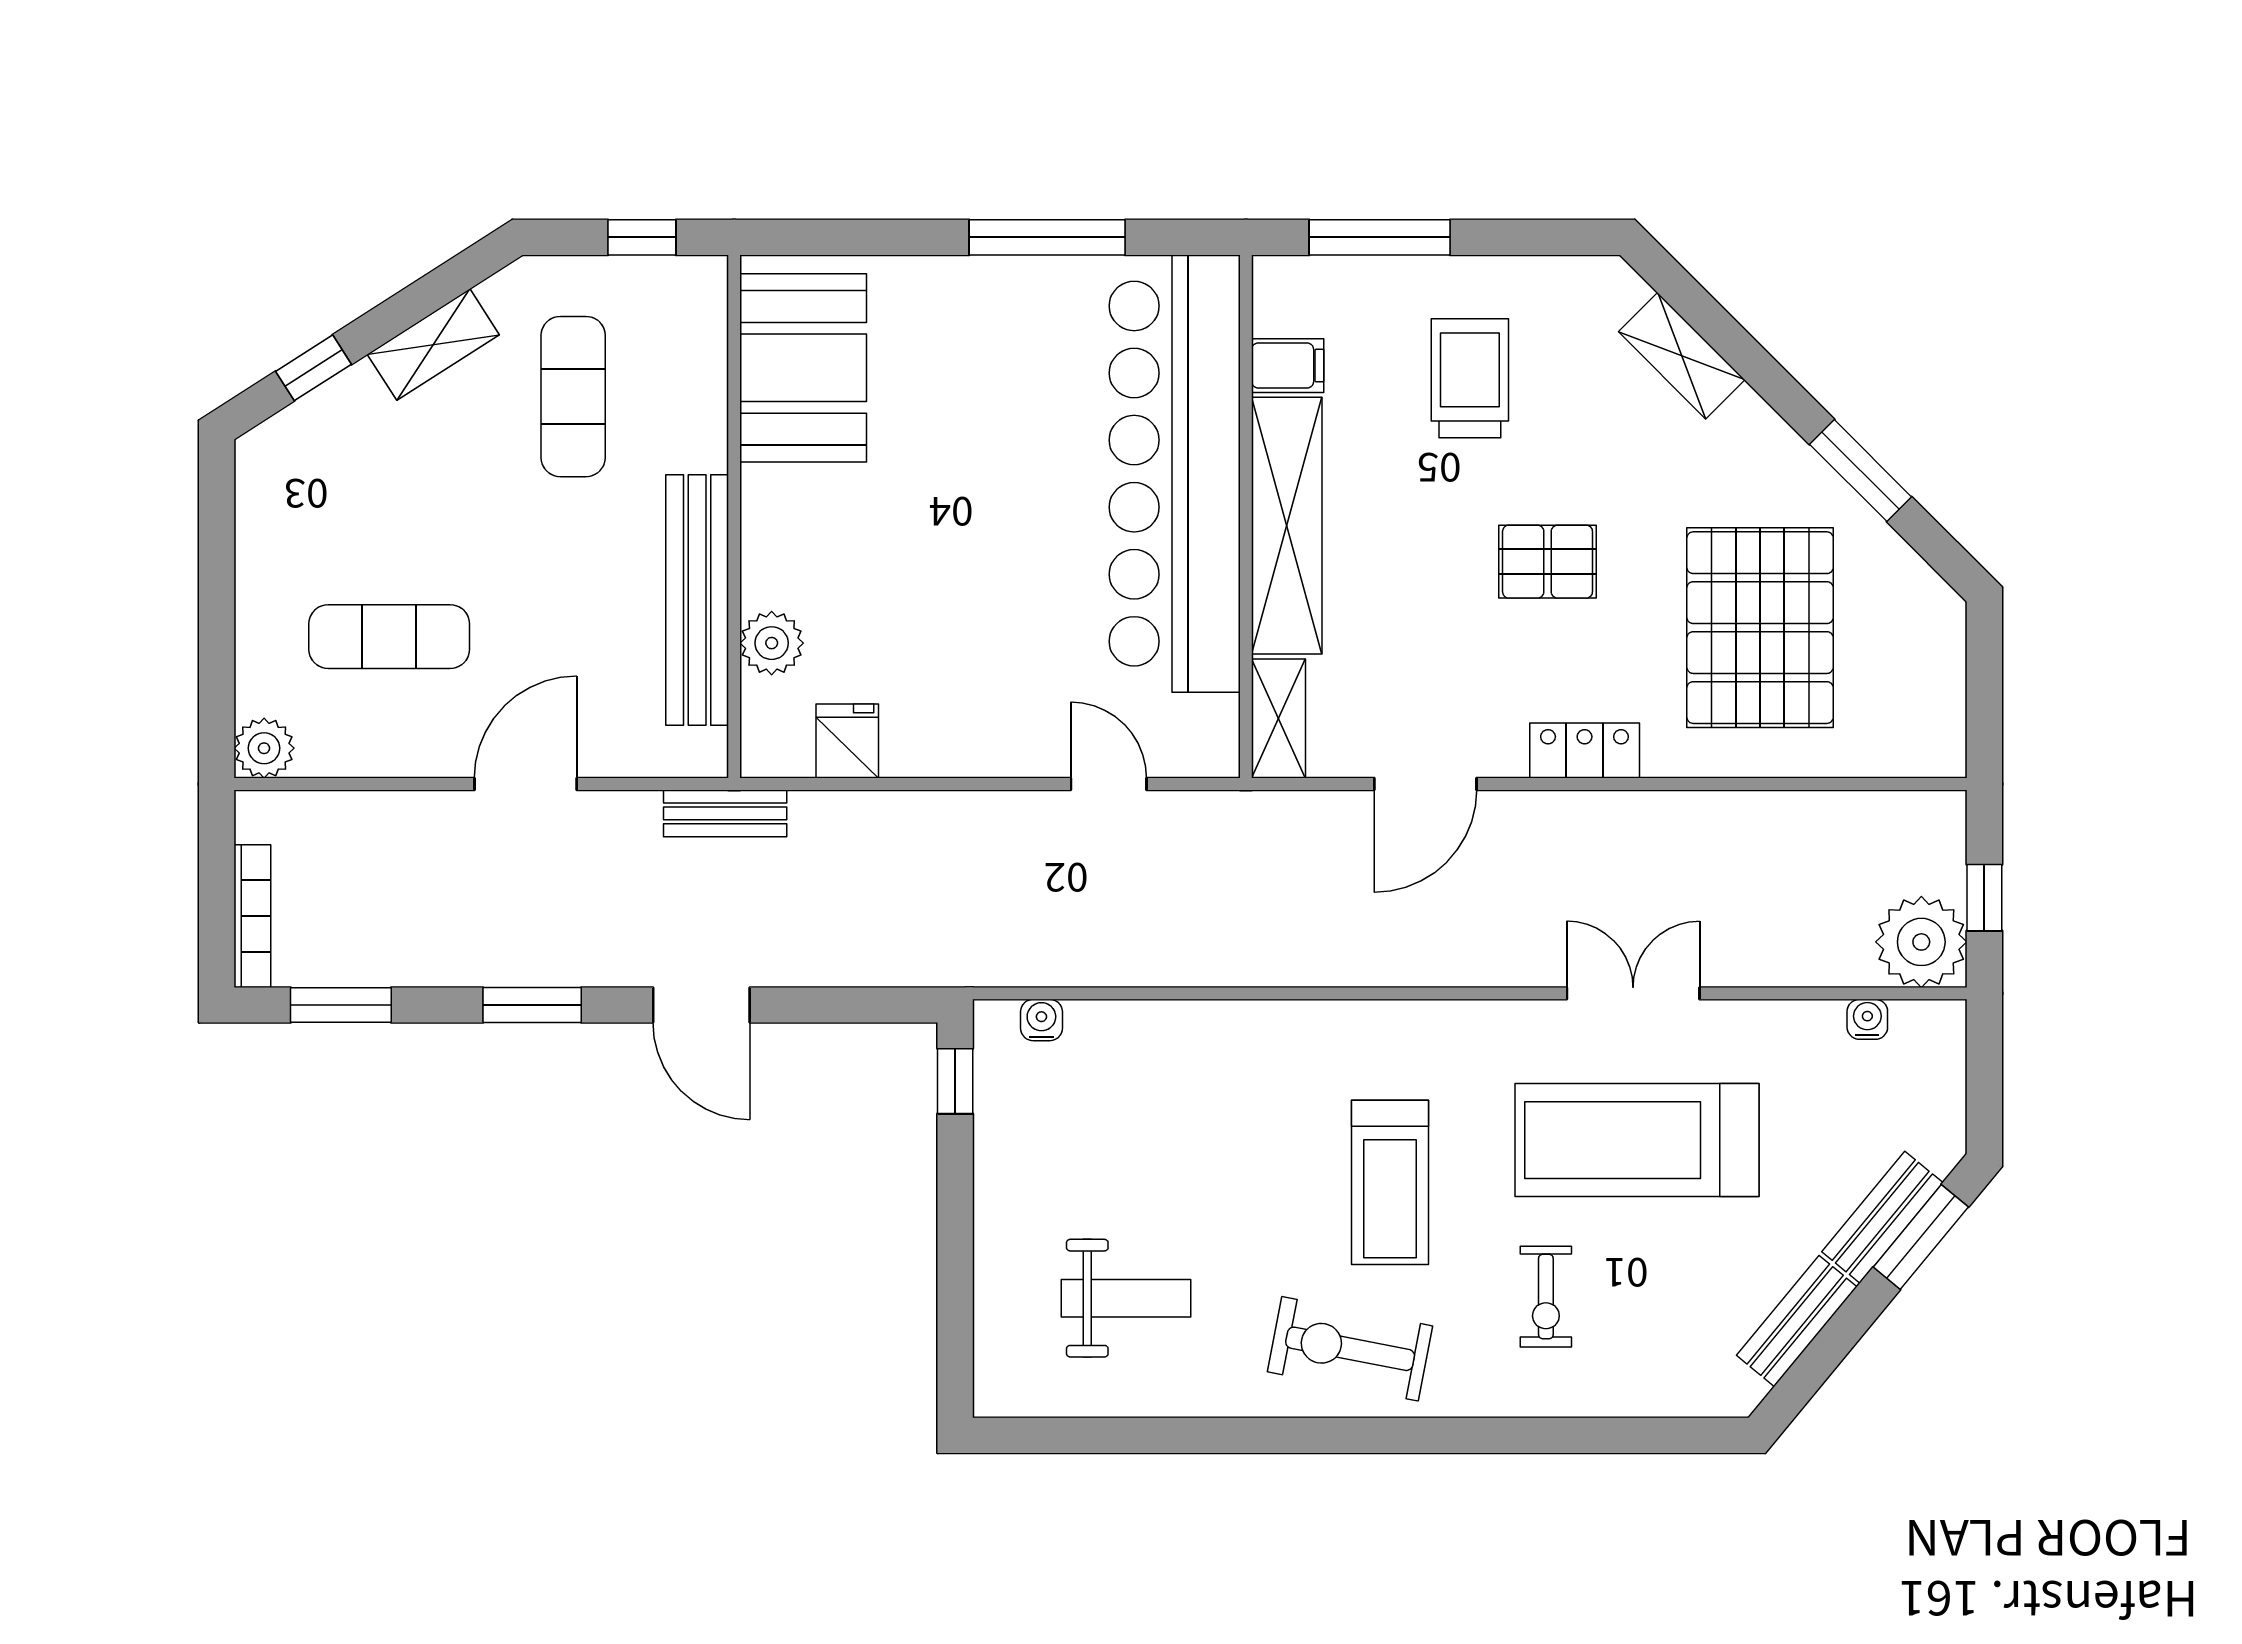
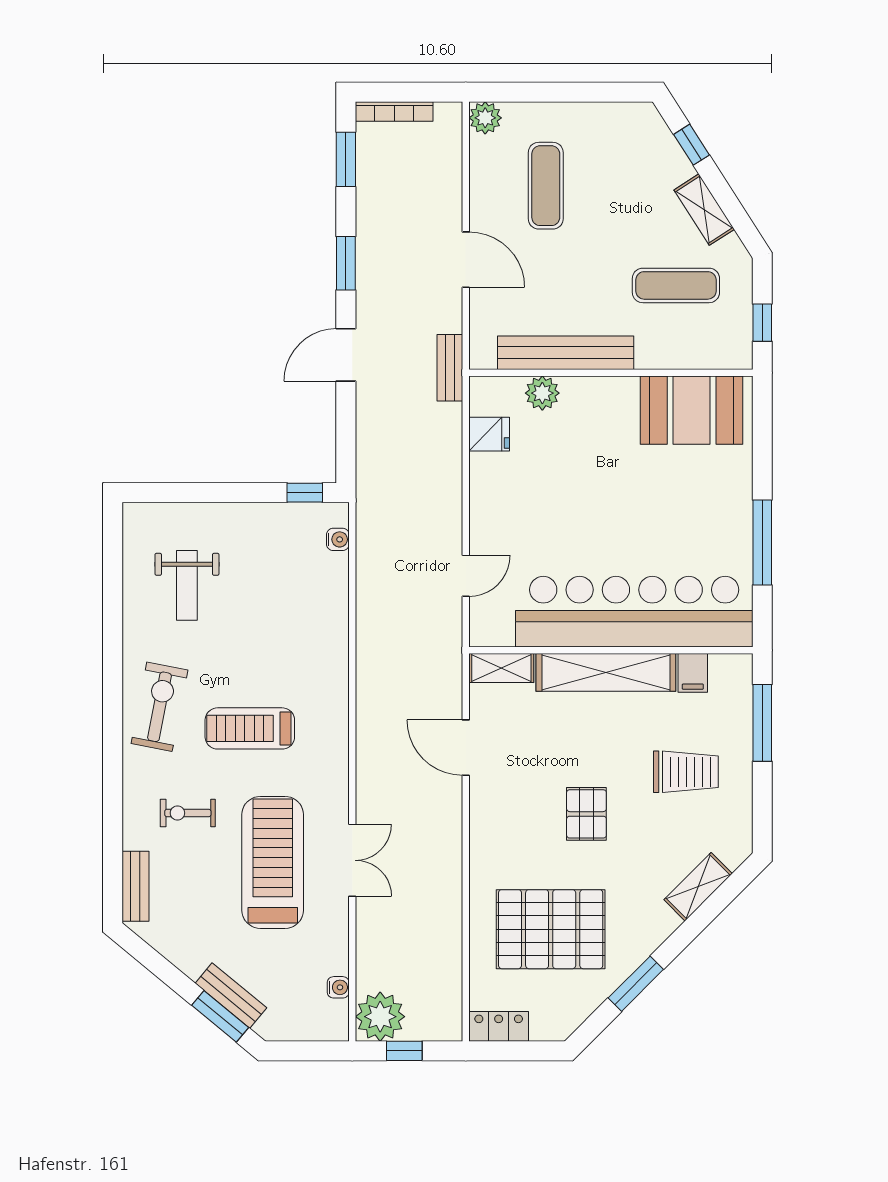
locker: (1585, 751) -> (499, 1026), moved, turned -90
bench: (1797, 1321) -> (135, 886), moved, turned 50

